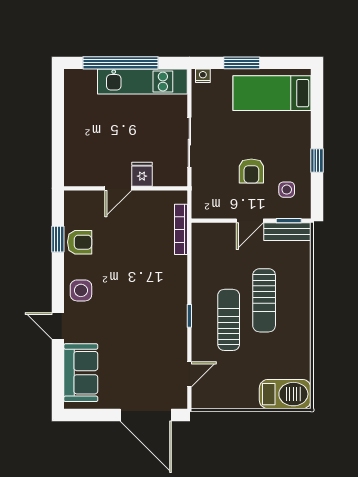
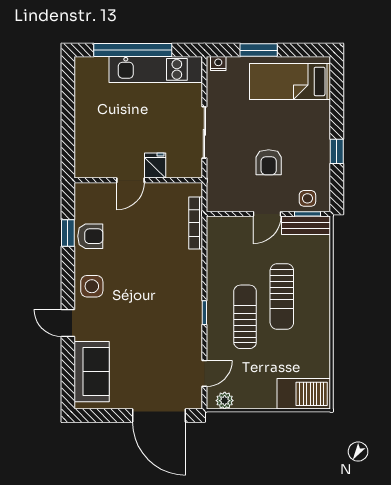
side table: (287, 190) -> (307, 198), moved
plant: (209, 401) -> (225, 401), added

